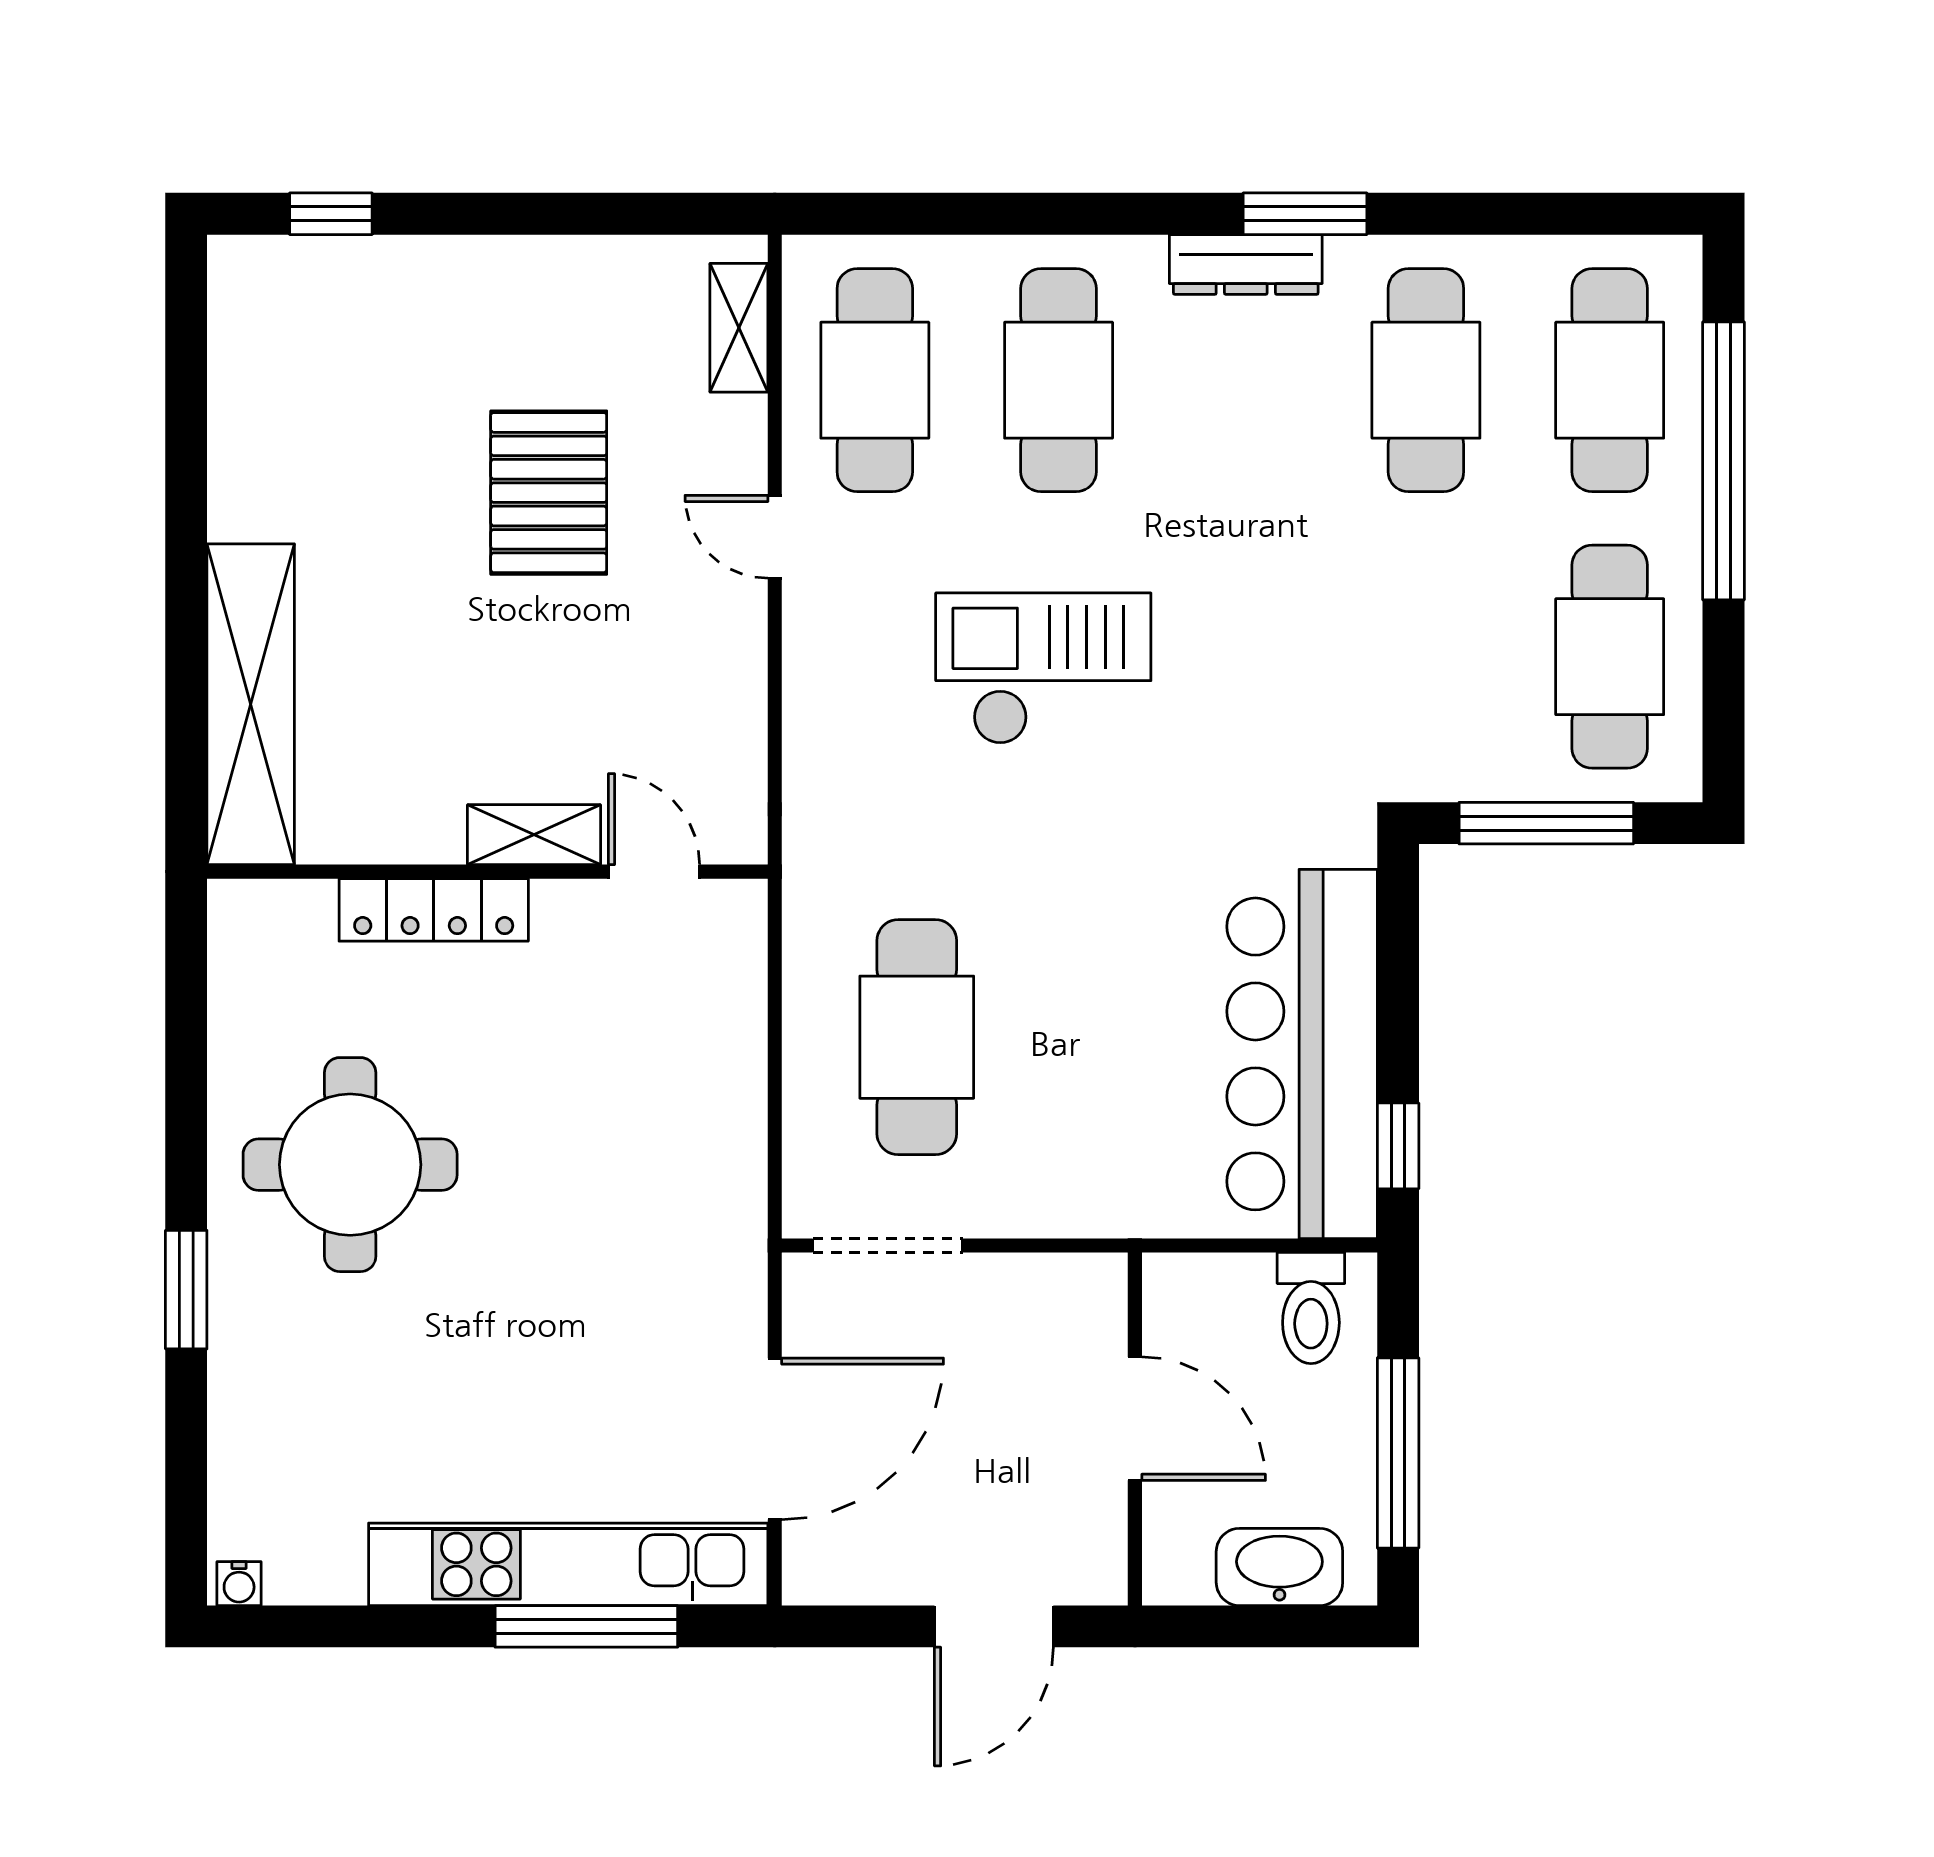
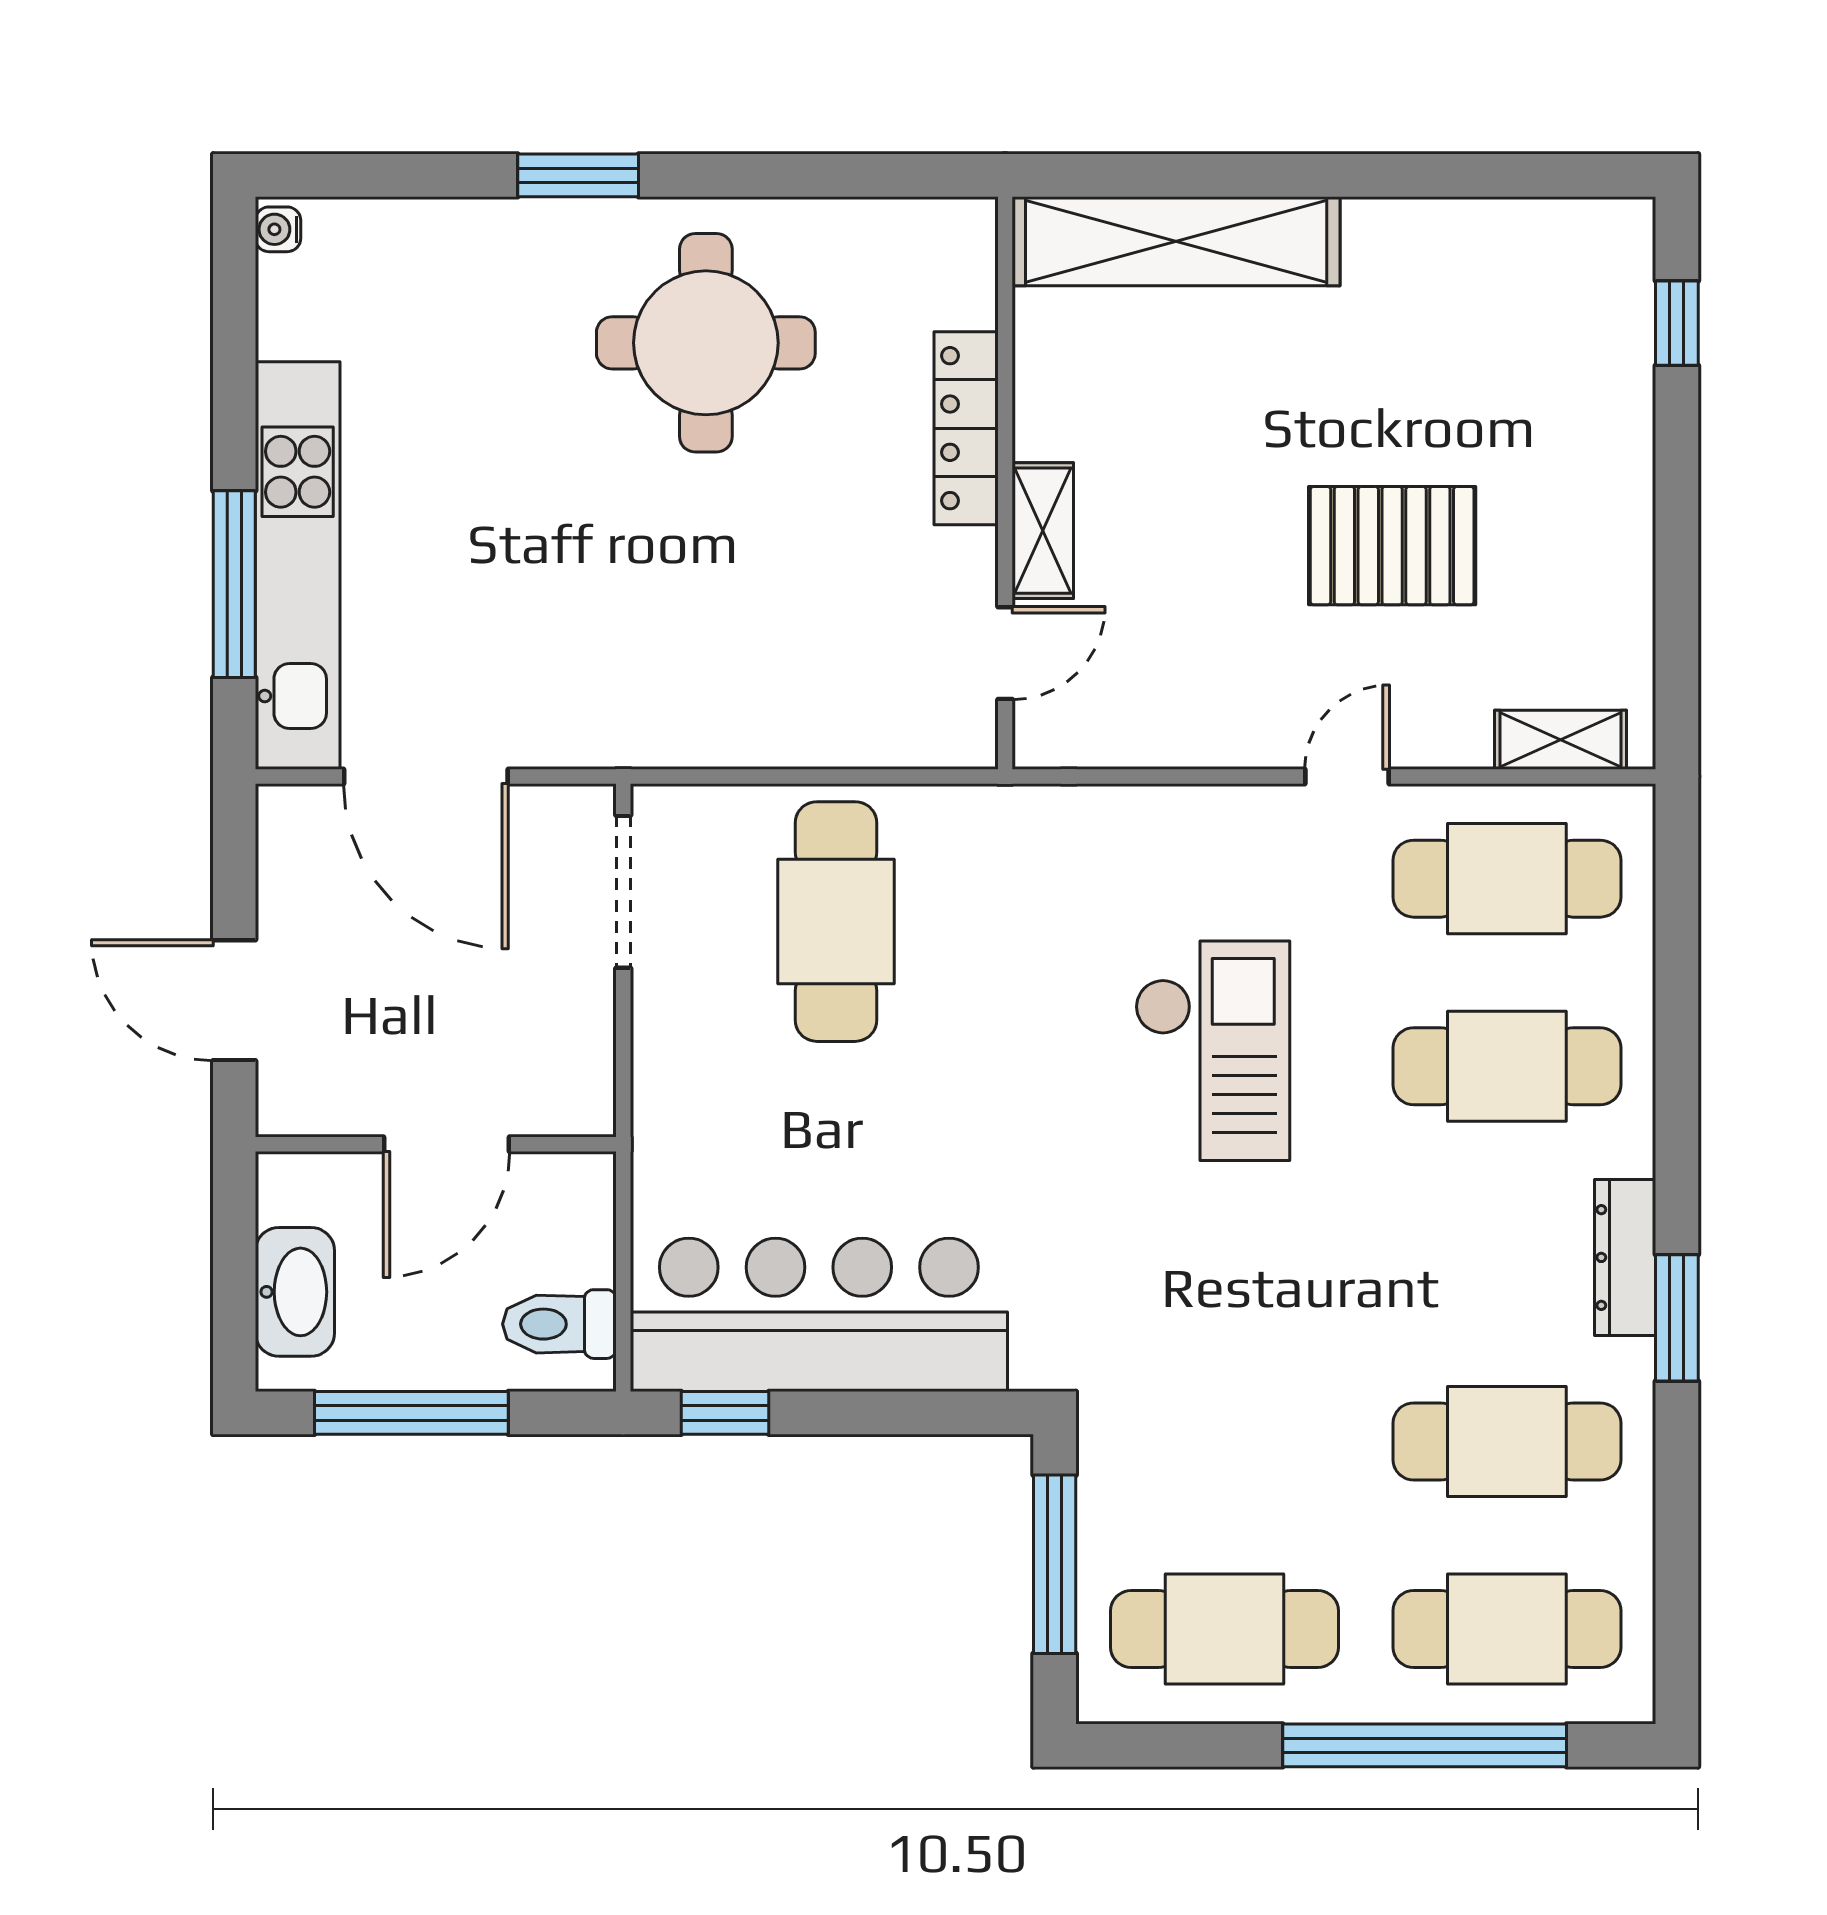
cafe table: (917, 1037) -> (836, 922), turned 90

